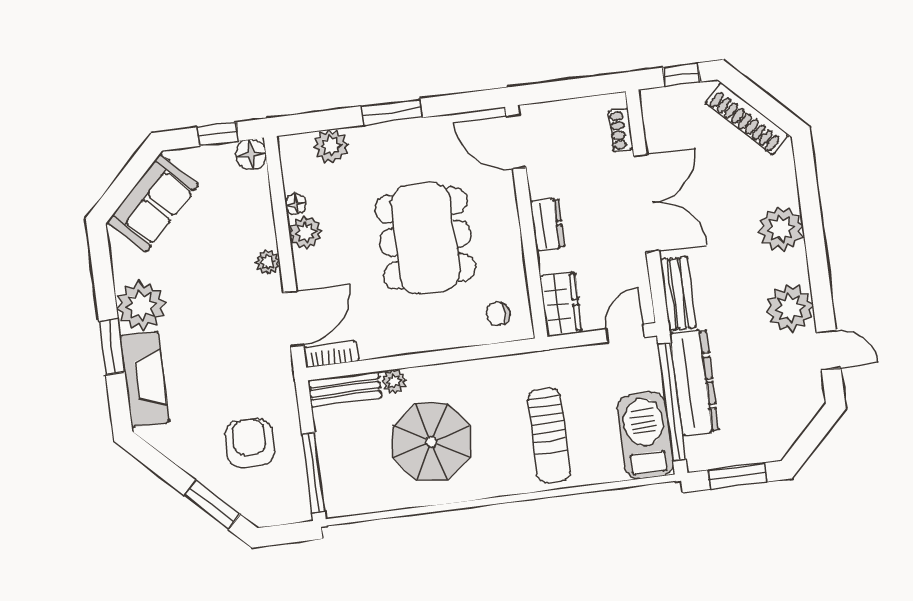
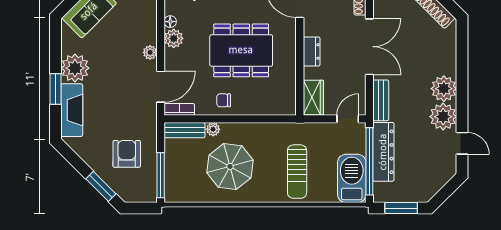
plant: (781, 229) -> (444, 89), moved
dining table: (425, 238) -> (241, 50), turned 90
chair: (498, 314) -> (224, 100), moved

